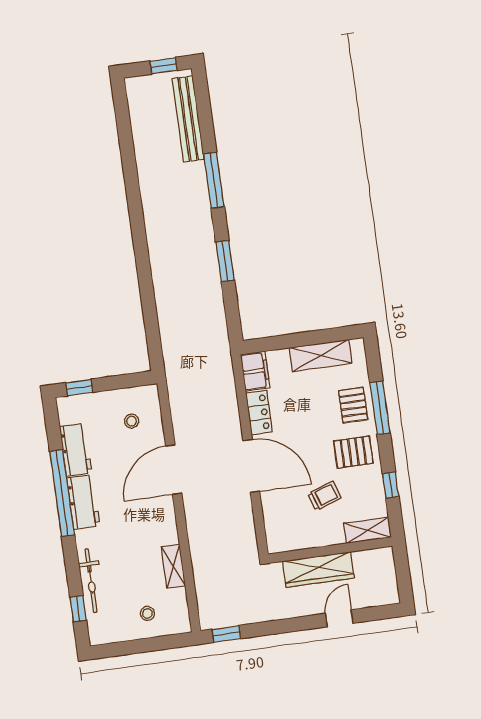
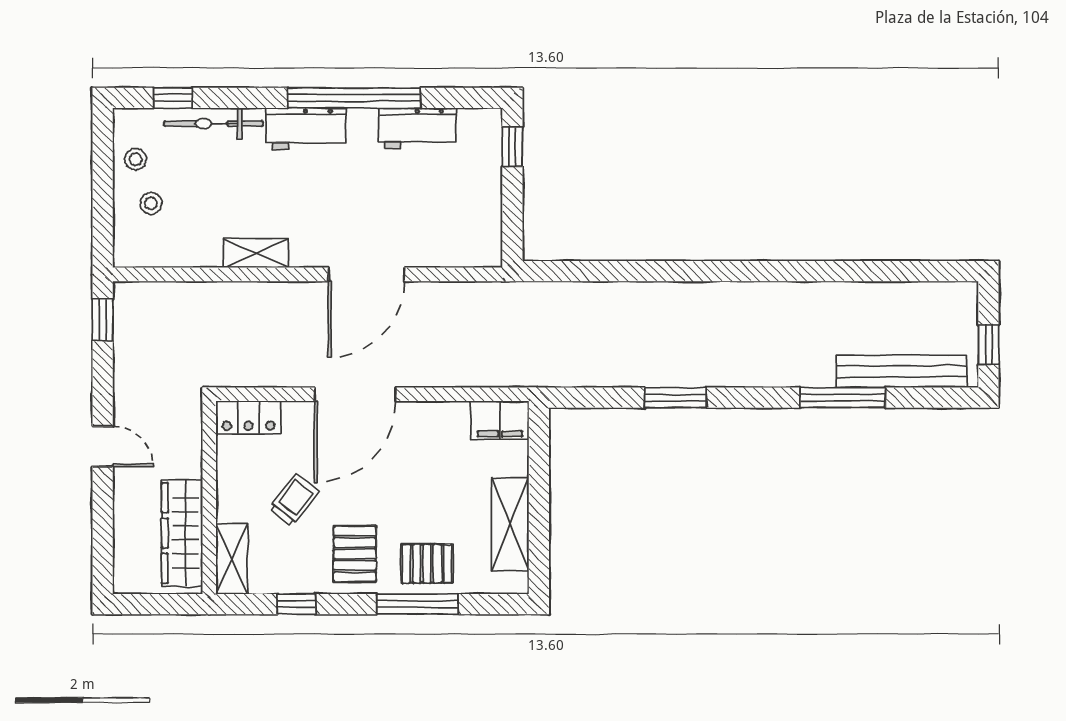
window: (214, 180) -> (843, 398), moved
locker: (259, 412) -> (249, 417), moved
stool: (132, 421) -> (136, 159), moved
door: (174, 470) -> (366, 274), swing flipped
trolley: (324, 496) -> (294, 500), turned -123
workbench: (83, 502) -> (306, 129), moved
shelving: (173, 566) -> (256, 253), moved
wardrobe: (318, 570) -> (182, 533), moved
door: (339, 618) -> (103, 446), moved

